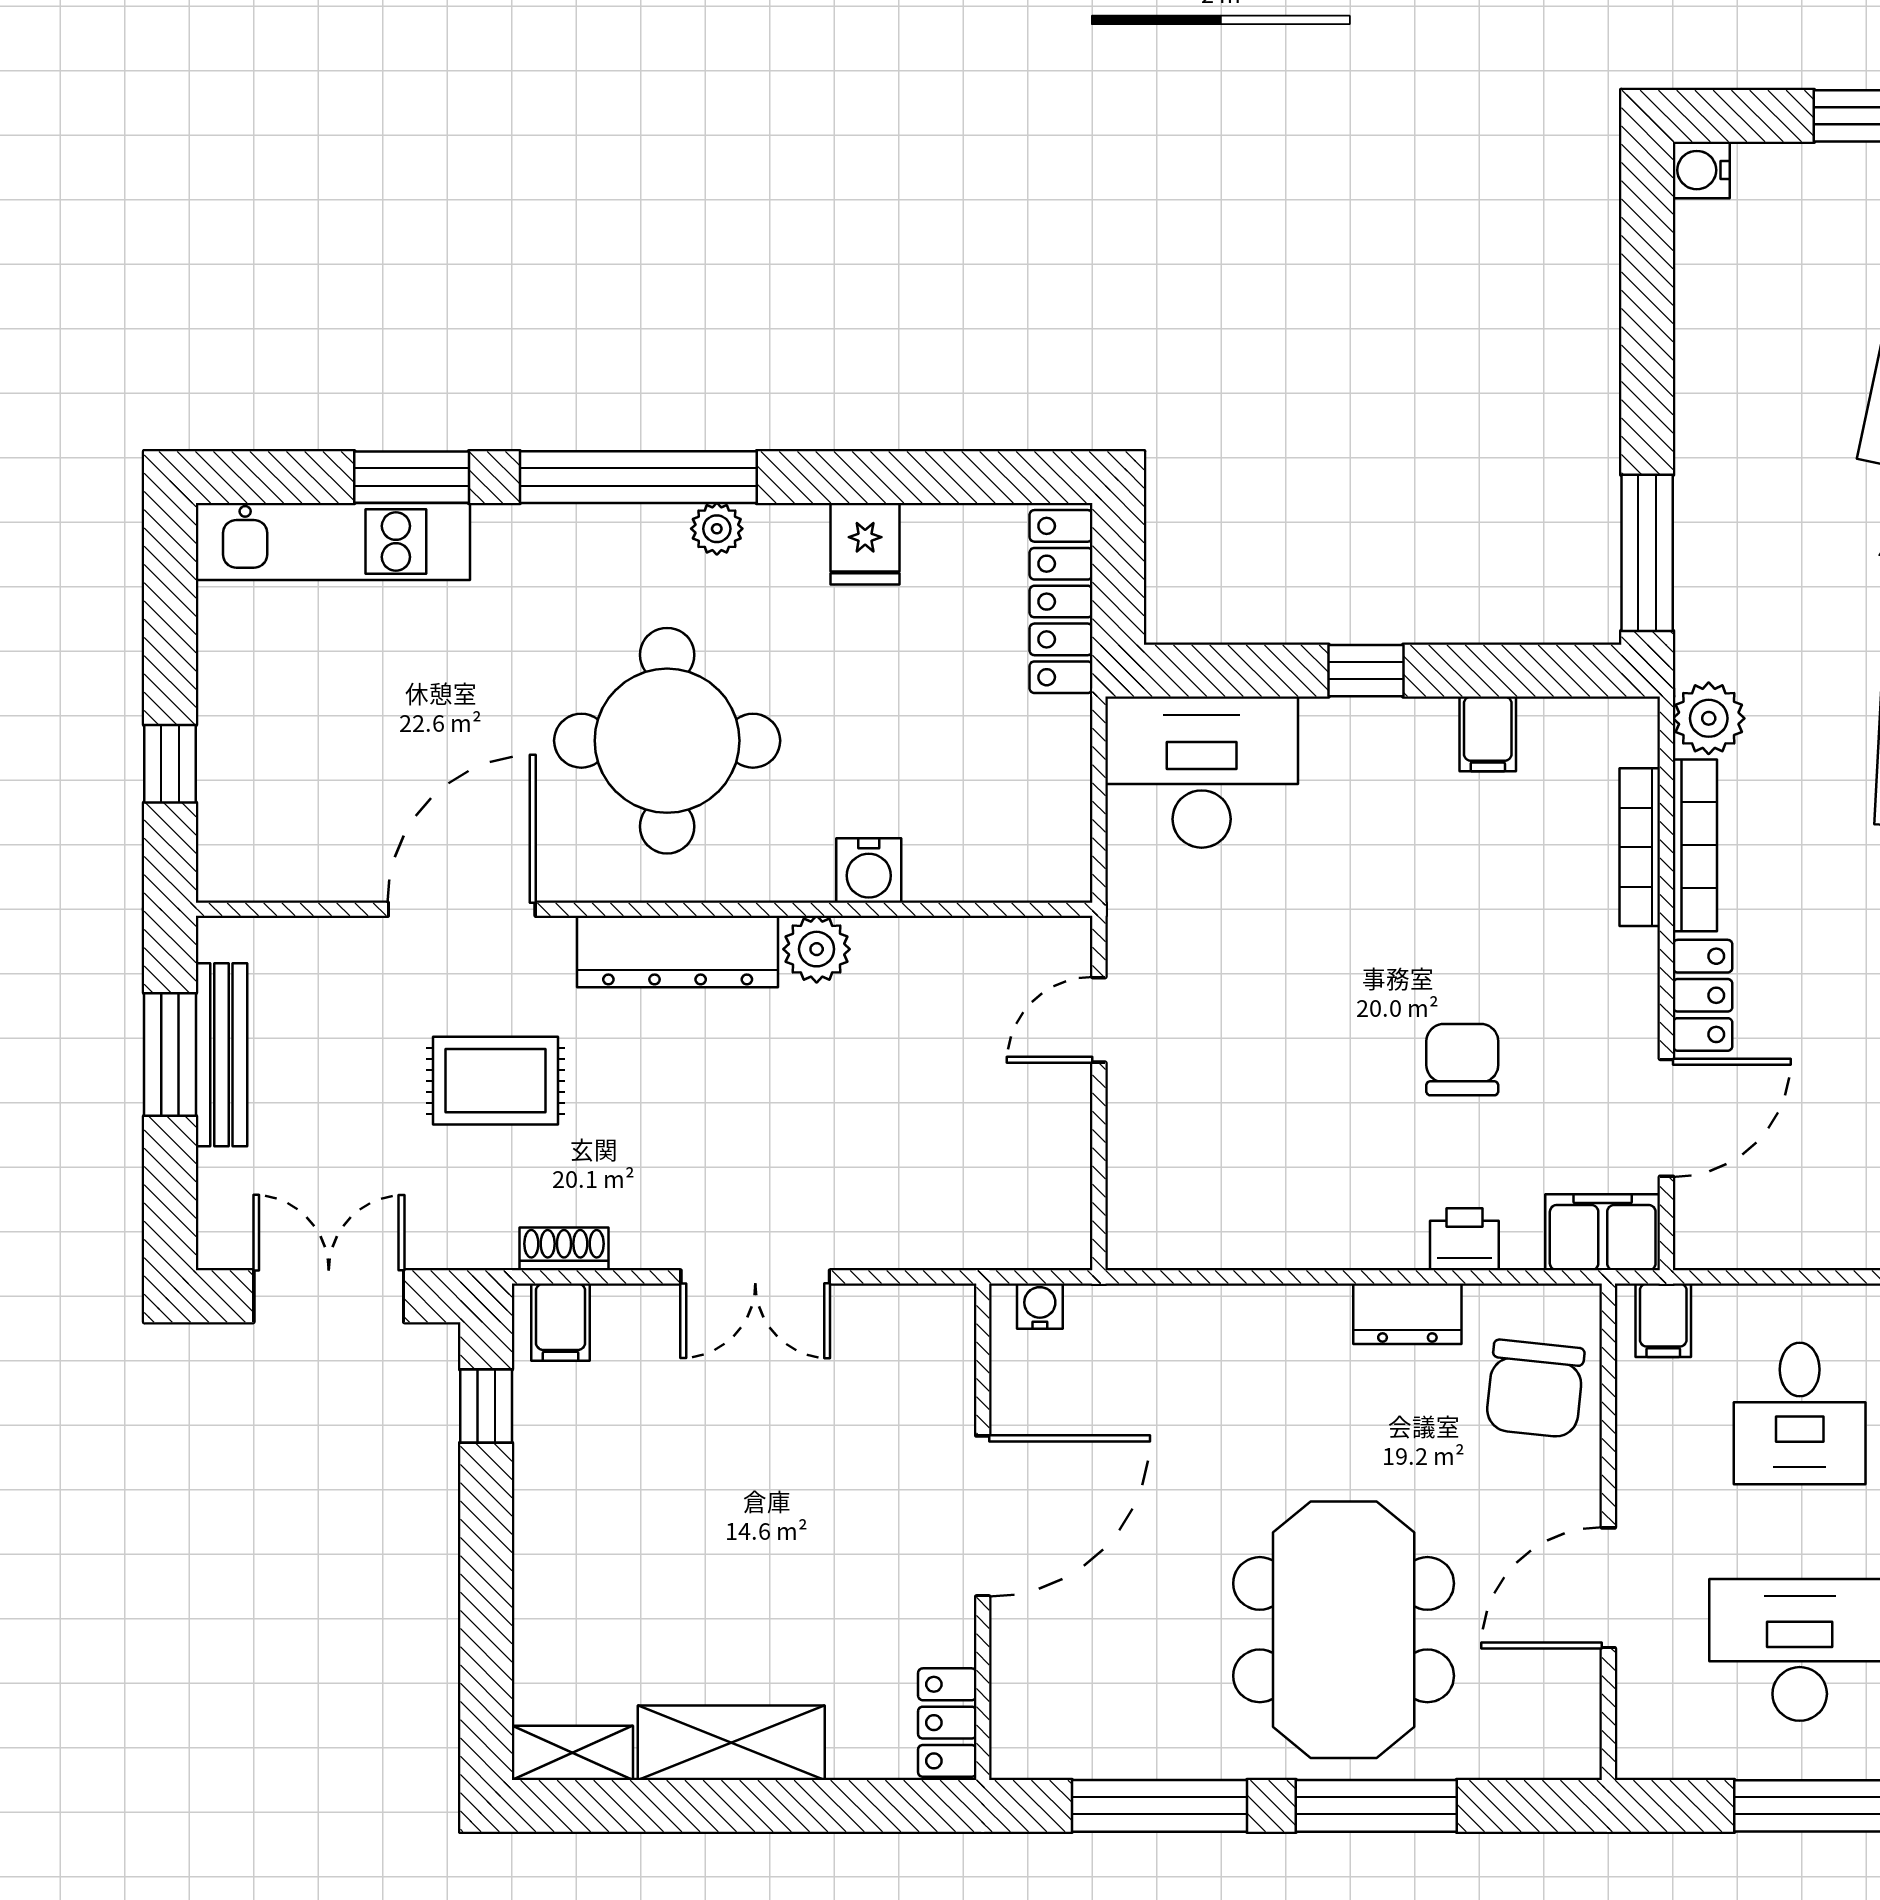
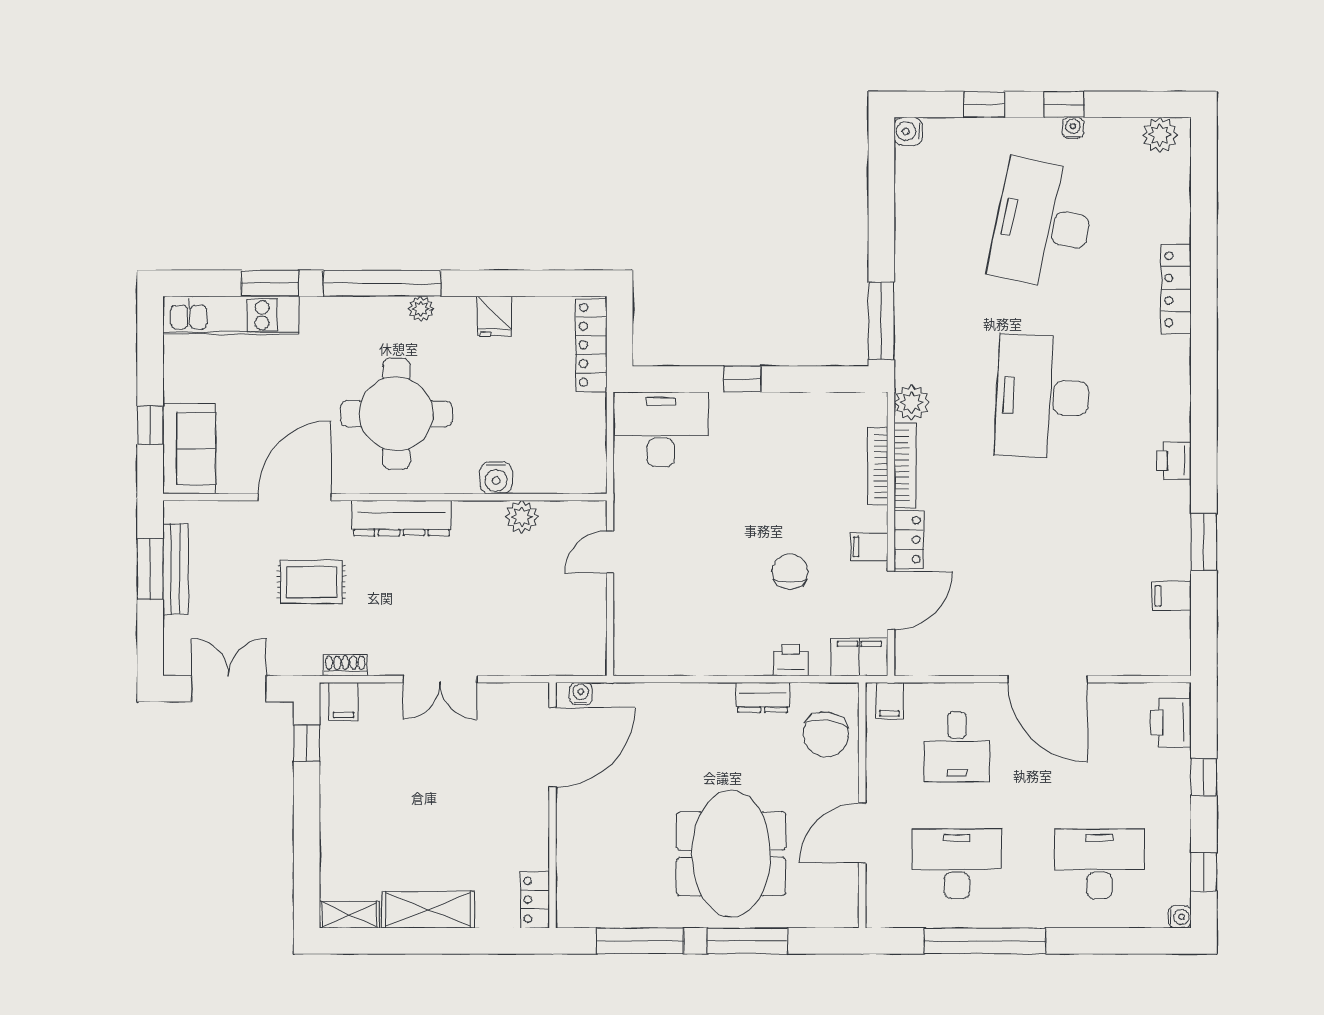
filing cabinet: (1488, 734) -> (869, 547), moved, turned 90
sofa: (249, 811) -> (189, 449), added
plant: (817, 949) -> (522, 517), moved
door: (983, 1516) -> (552, 747), moved

